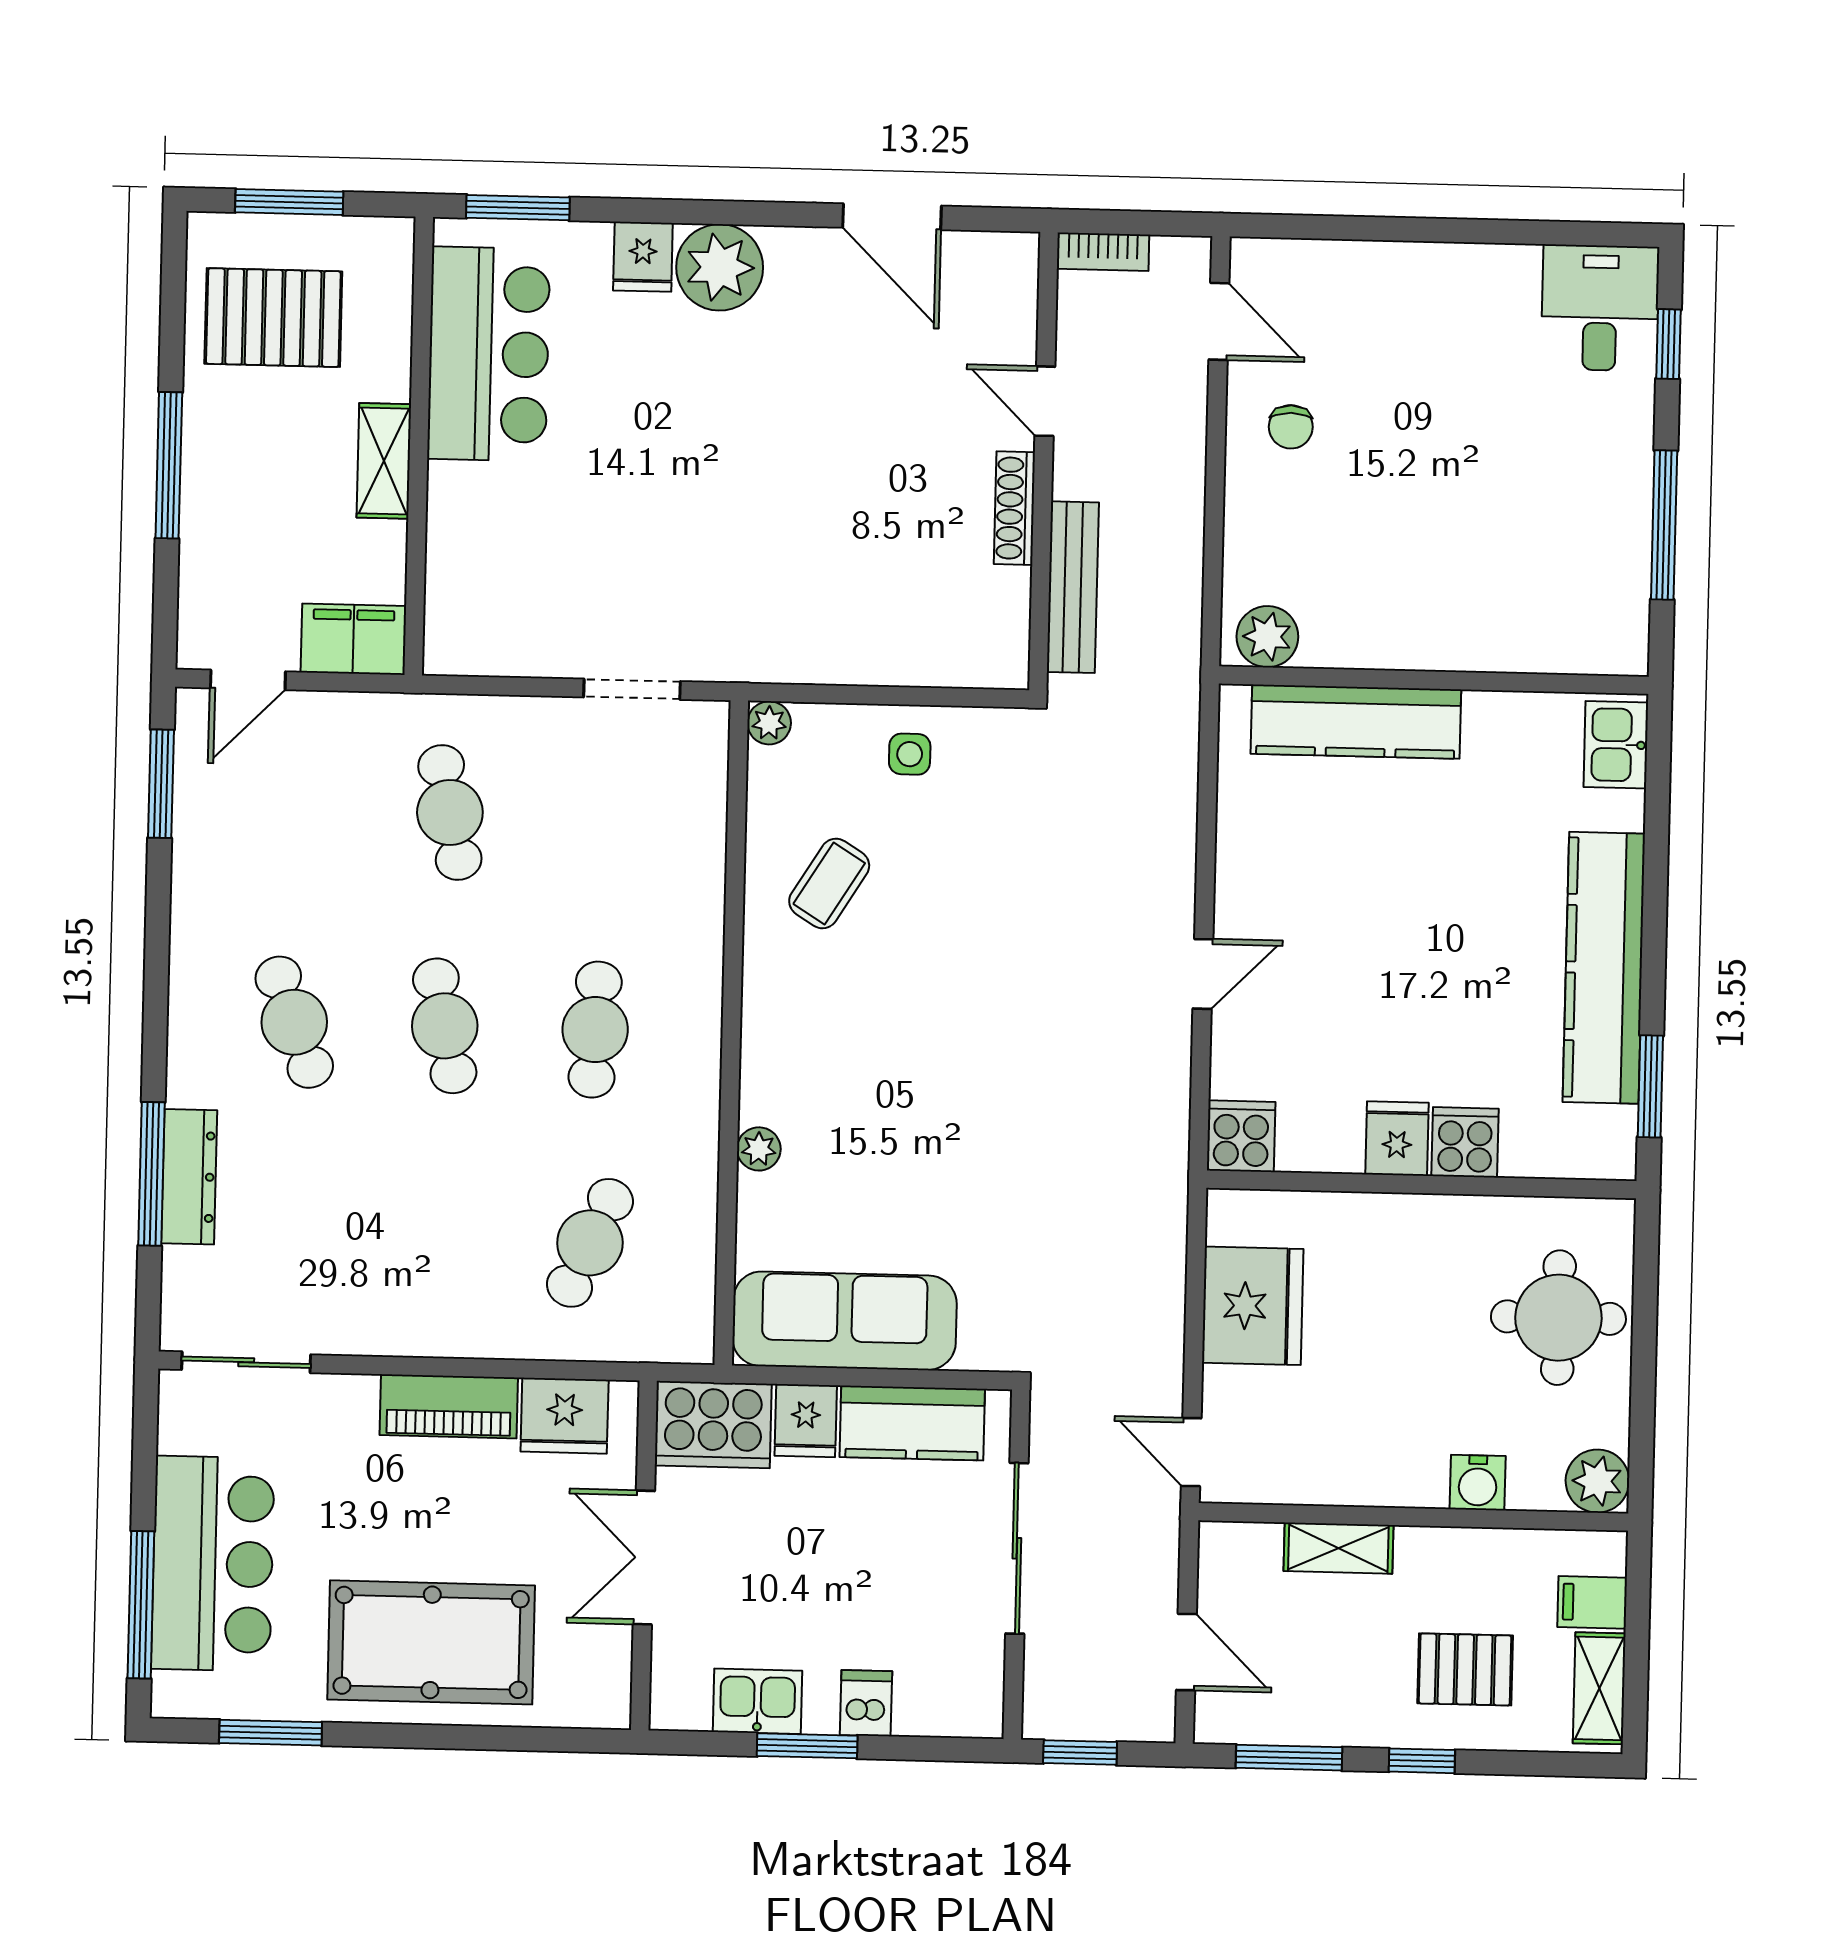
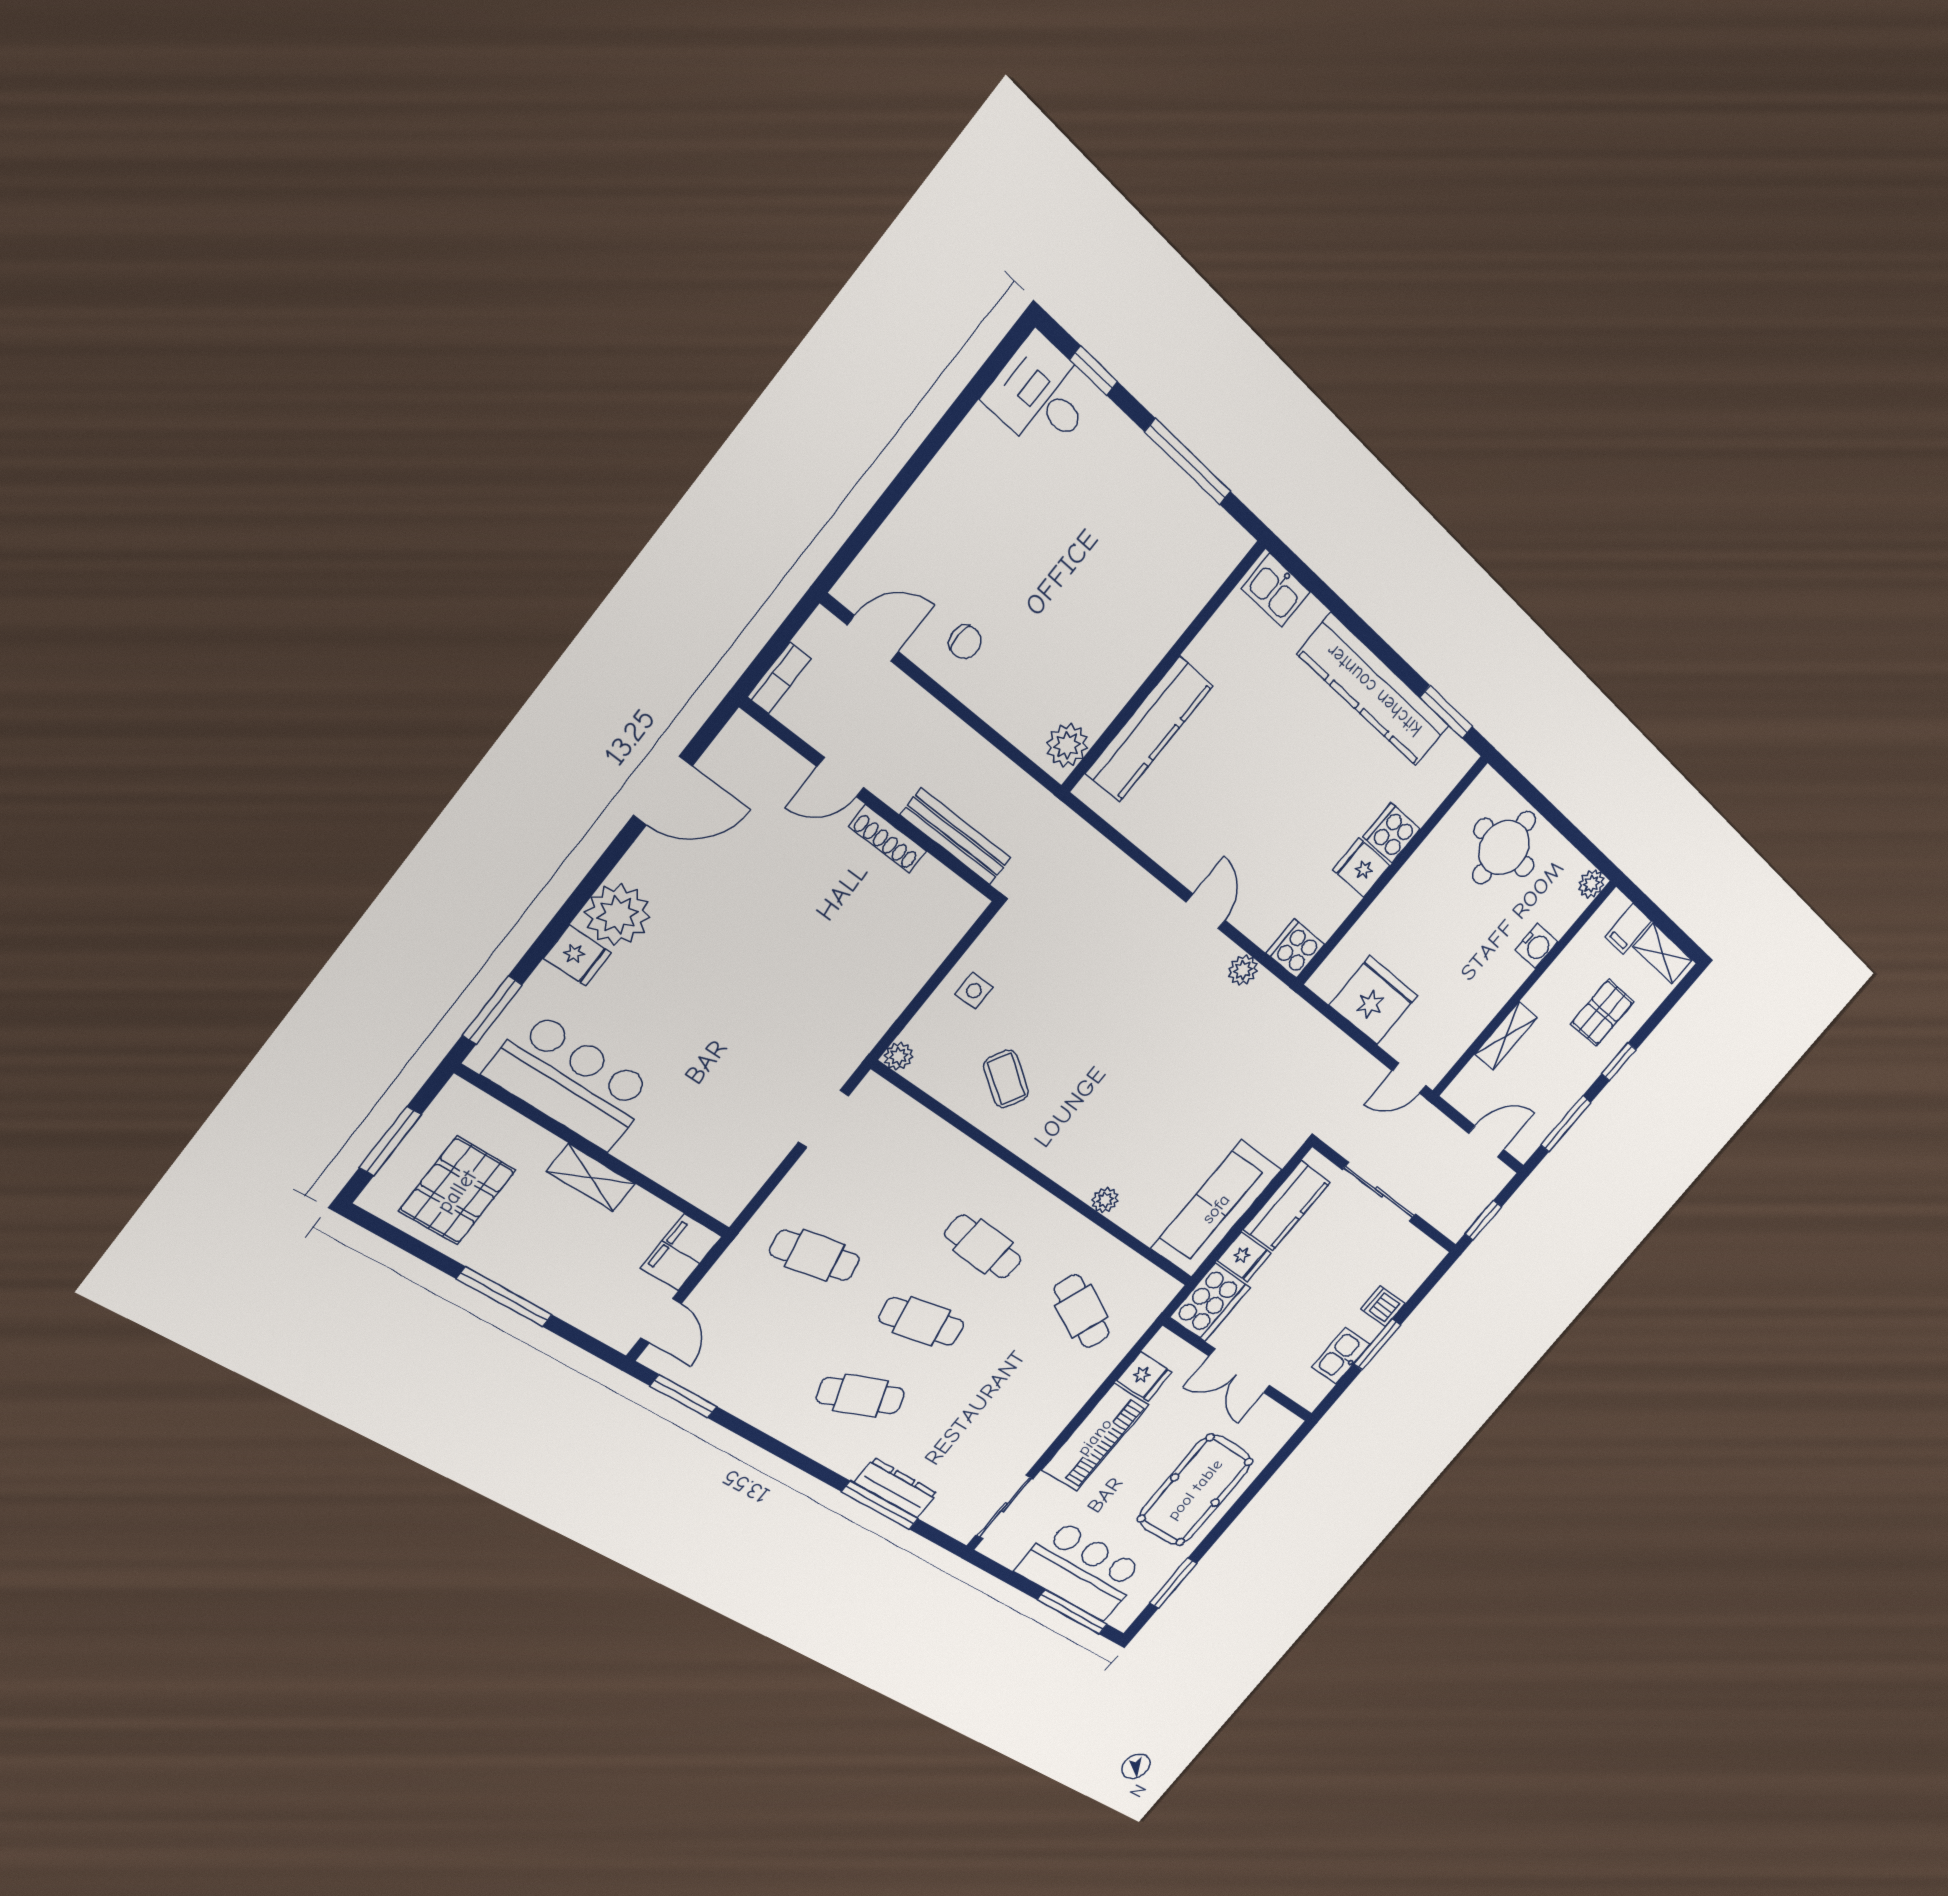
plant: (1167, 1087) -> (1243, 970), added
piano: (449, 1406) -> (1095, 1437), width x1.37, depth x1.33
fridge: (565, 1416) -> (1144, 1376), width x0.72
plant: (1597, 1481) -> (1591, 884), width x0.73, depth x0.73

